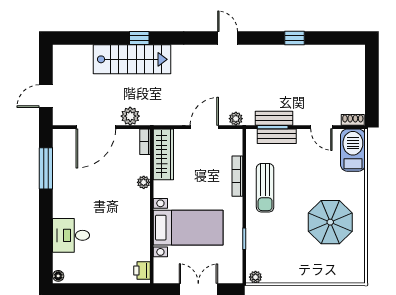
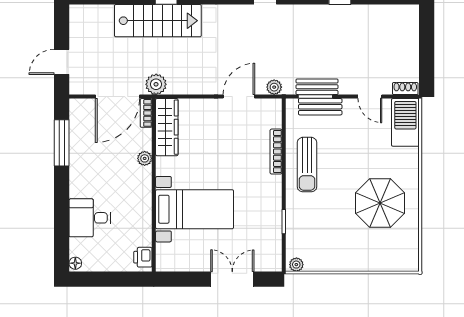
bookcase: (145, 142) -> (146, 113), moved
wardrobe: (163, 154) -> (167, 127), moved
plant: (144, 182) -> (145, 158), moved
wall: (152, 206) -> (154, 185), moved
bed with nightstands: (188, 228) -> (195, 209), moved
printer: (142, 271) -> (143, 257), moved

